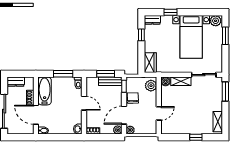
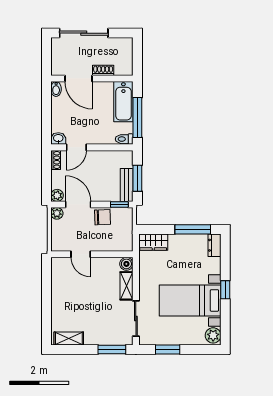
window: (171, 12) -> (225, 290), moved
window: (141, 35) -> (193, 229), width x2.17
window: (225, 36) -> (168, 349), moved
window: (63, 74) -> (137, 117), width x1.44
dresser: (16, 82) -> (126, 50), removed
plant: (151, 86) -> (120, 243), removed
bathtub: (45, 91) -> (123, 102), moved, turned 90
door: (84, 103) -> (76, 147), moved
door: (36, 115) -> (79, 78), swing flipped
window: (196, 137) -> (47, 307), removed

